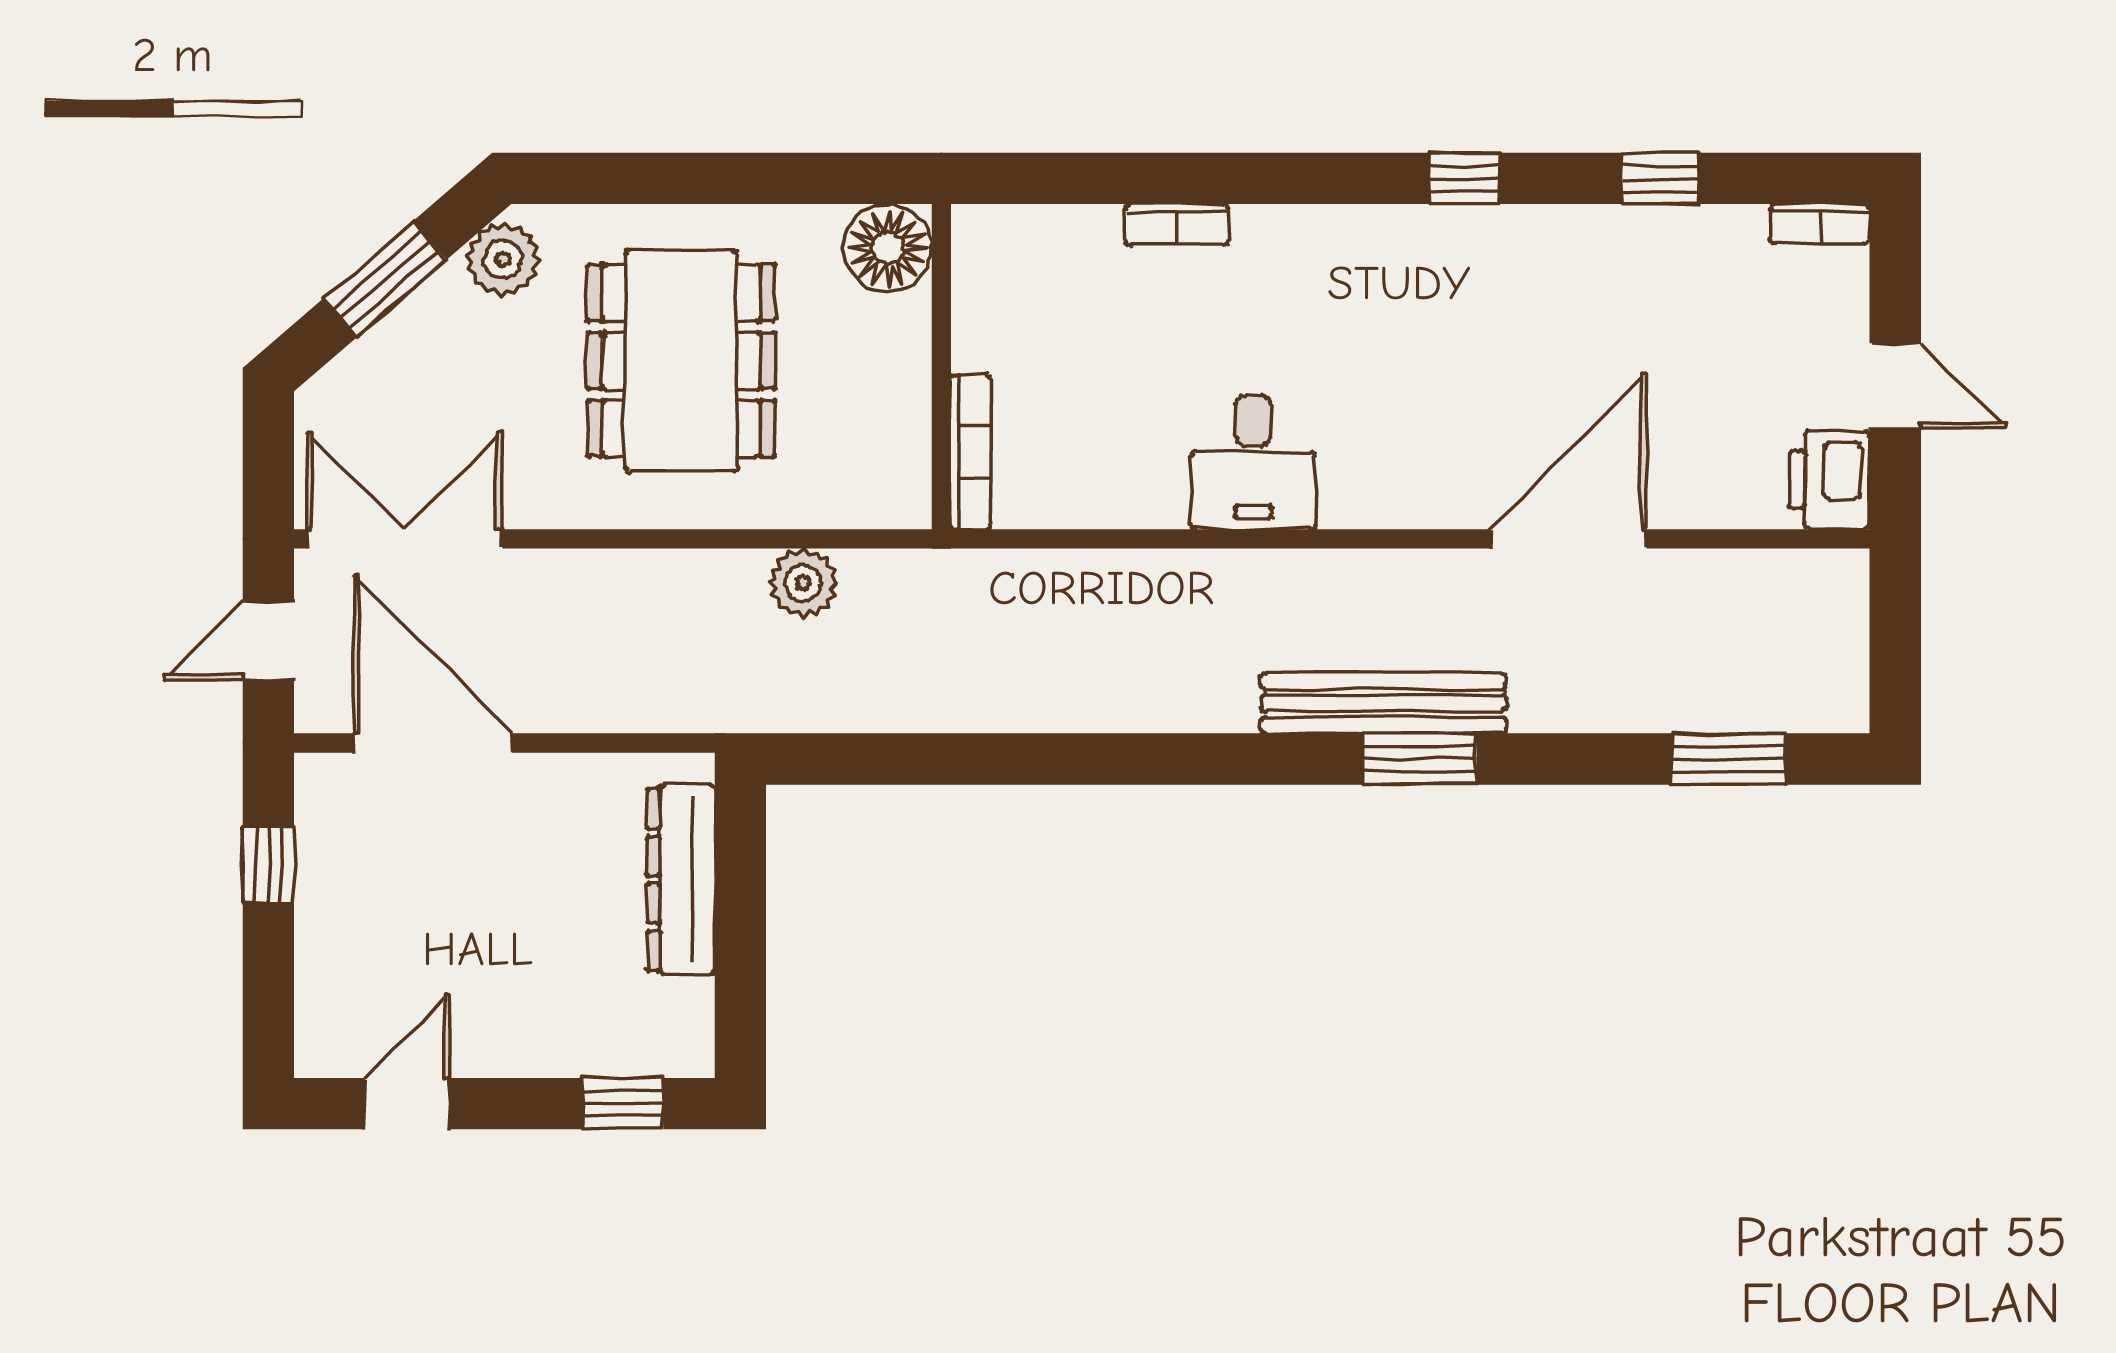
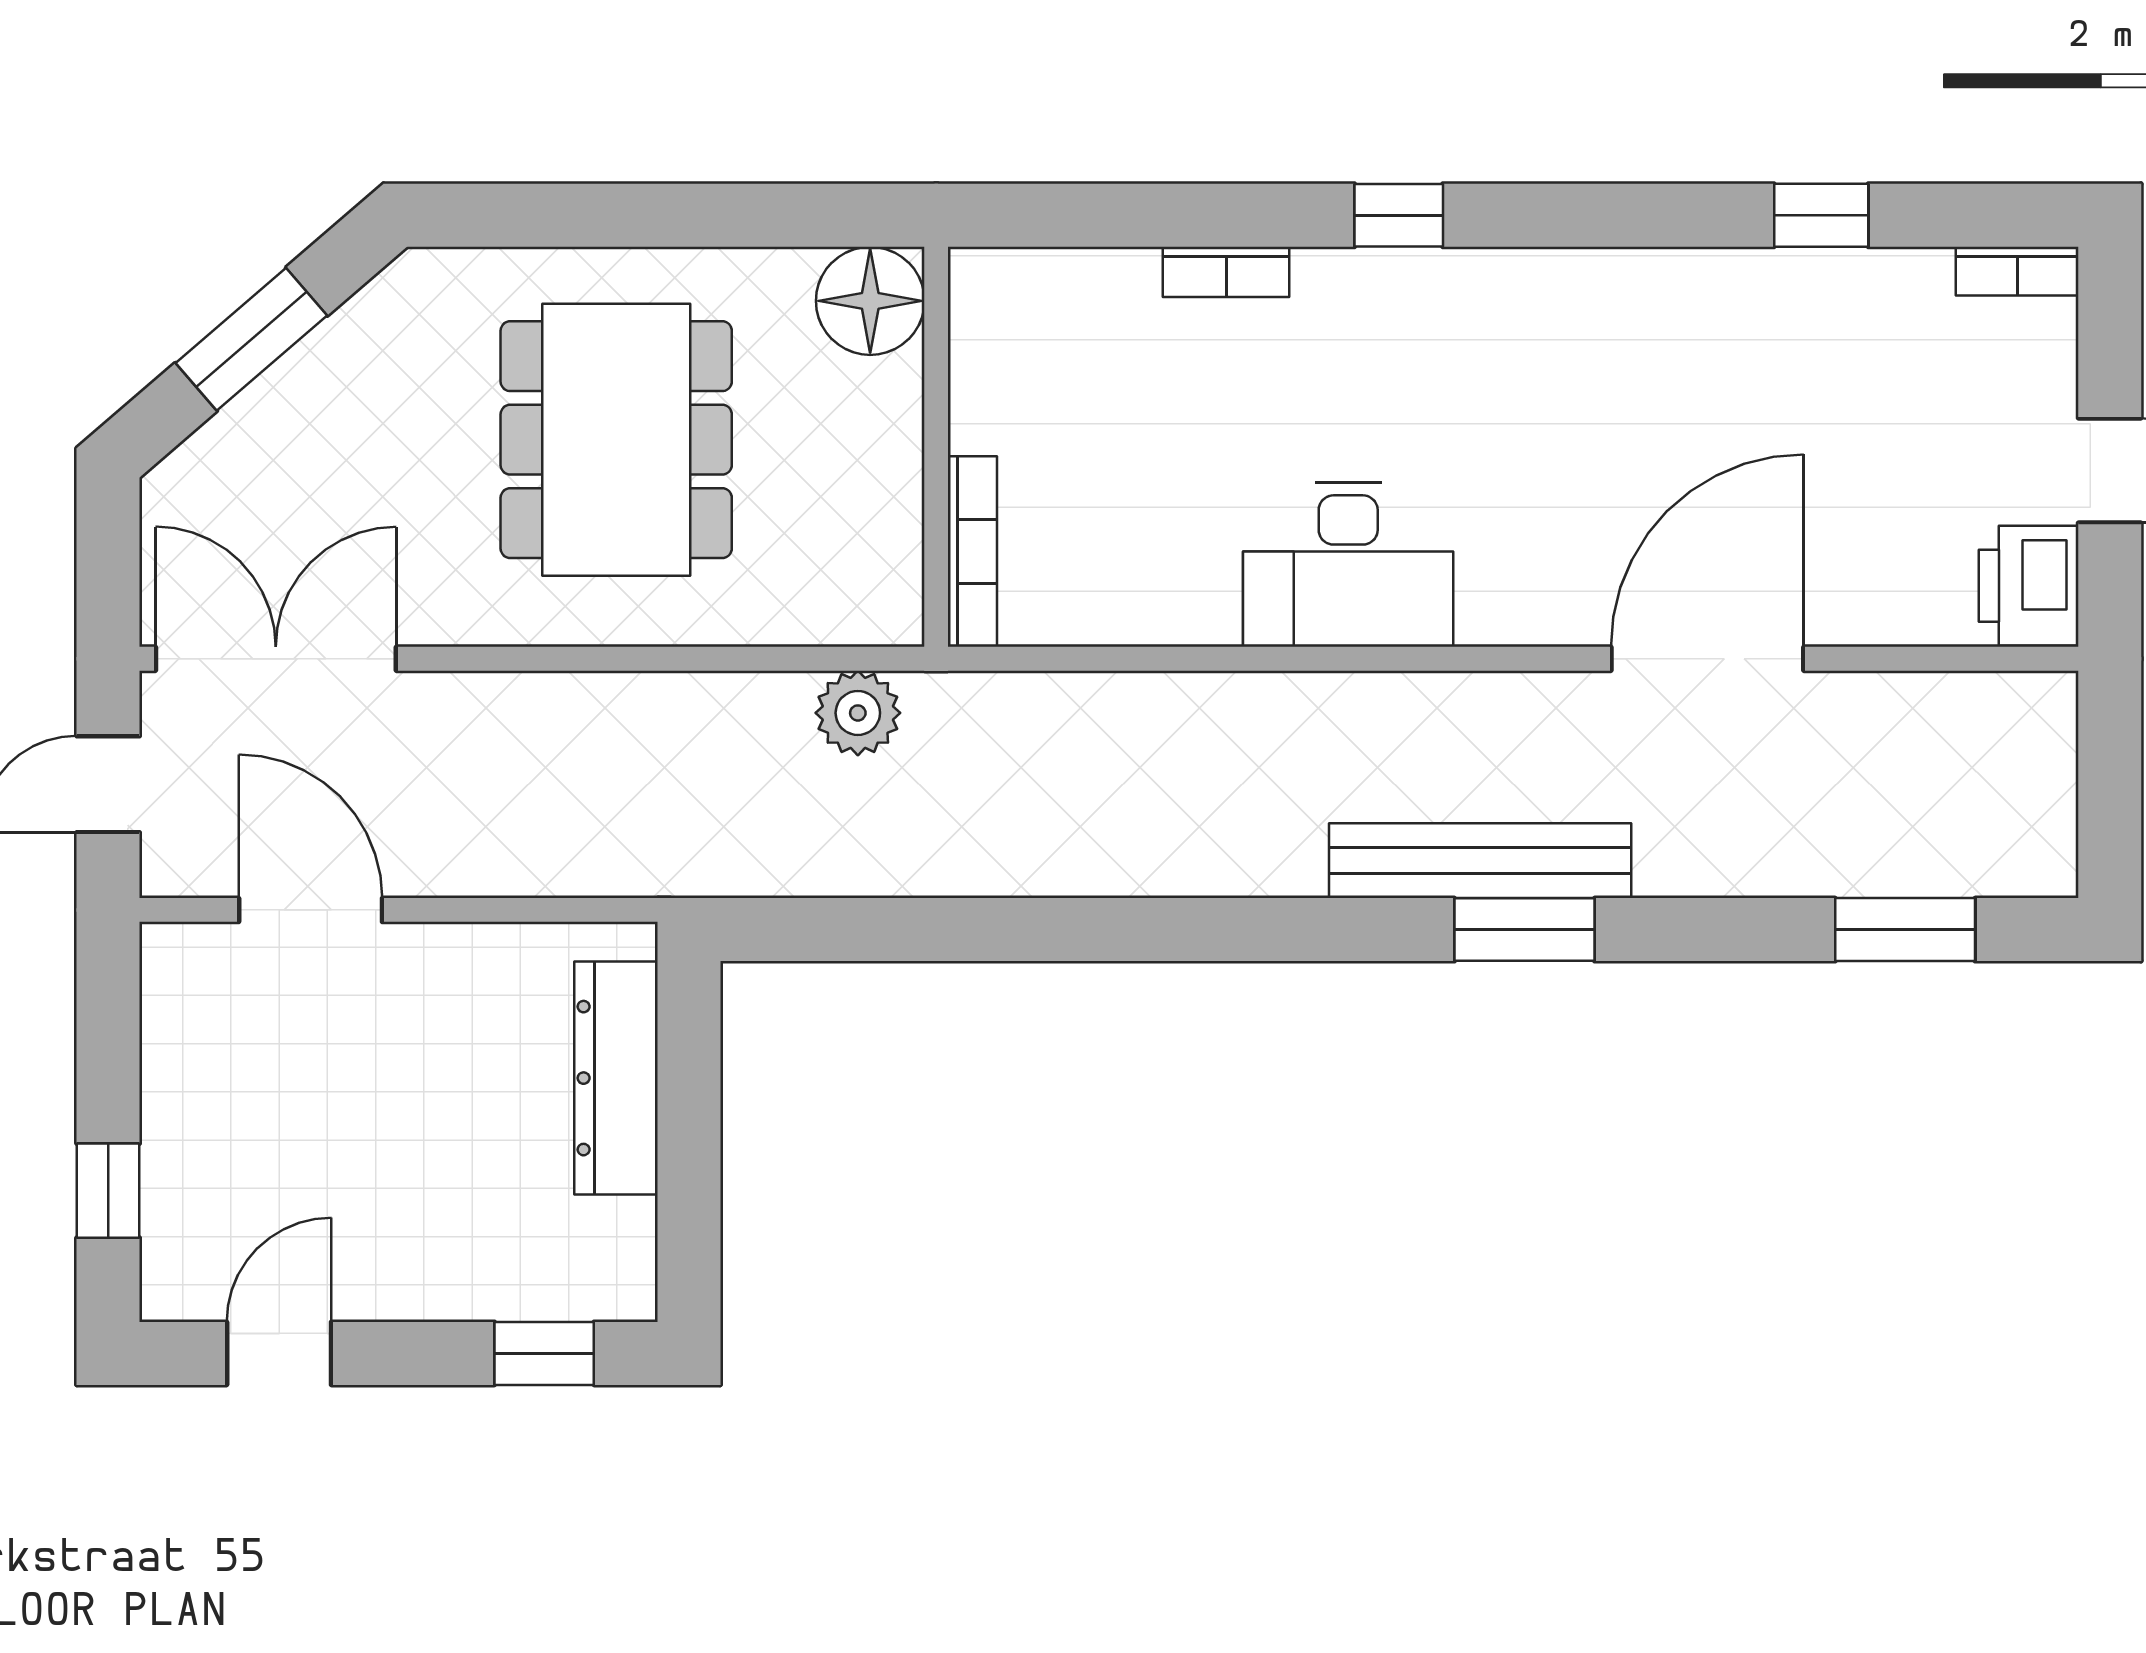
window: (1464, 178) -> (1399, 215), moved
plant: (503, 259) -> (397, 315), removed
desk: (1253, 462) -> (1348, 564), width x1.37
plant: (803, 583) -> (858, 713), moved
door: (433, 743) -> (311, 910), width x0.73
window: (268, 865) -> (108, 1191), moved

